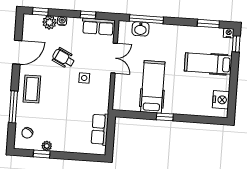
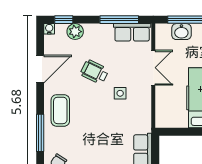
window: (88, 15) -> (119, 20), width x2.17
water cooler: (62, 21) -> (49, 29), moved

